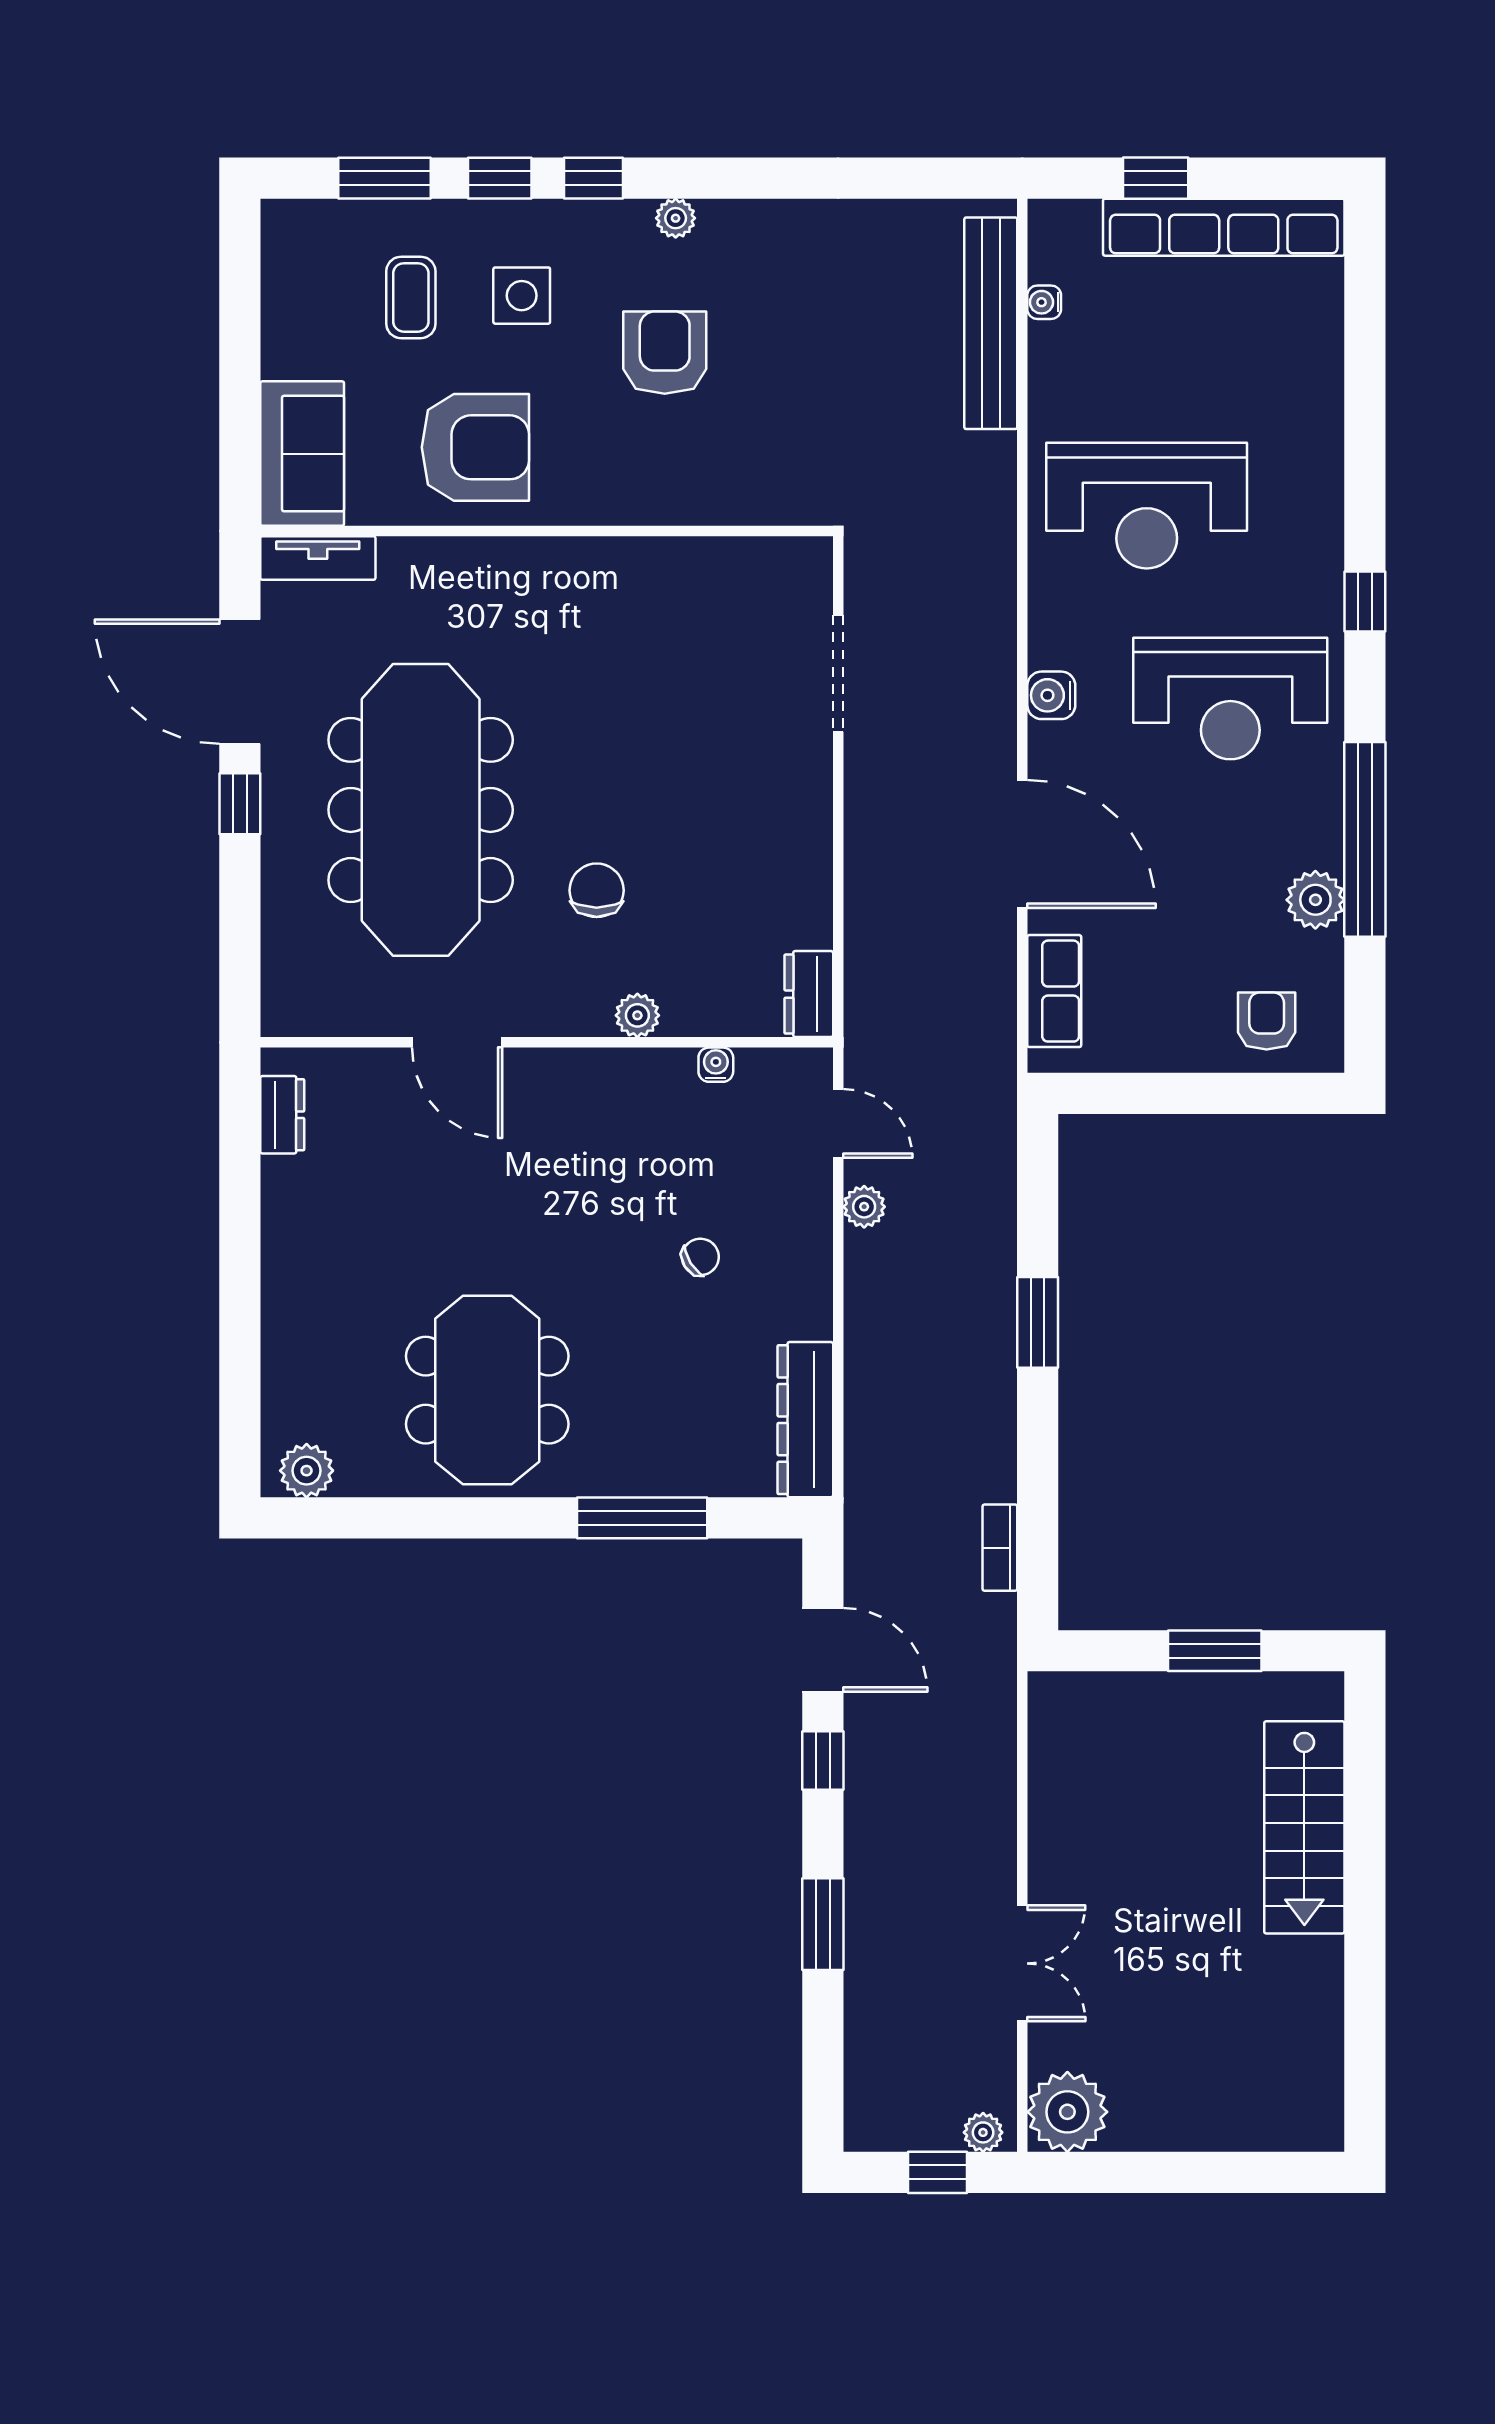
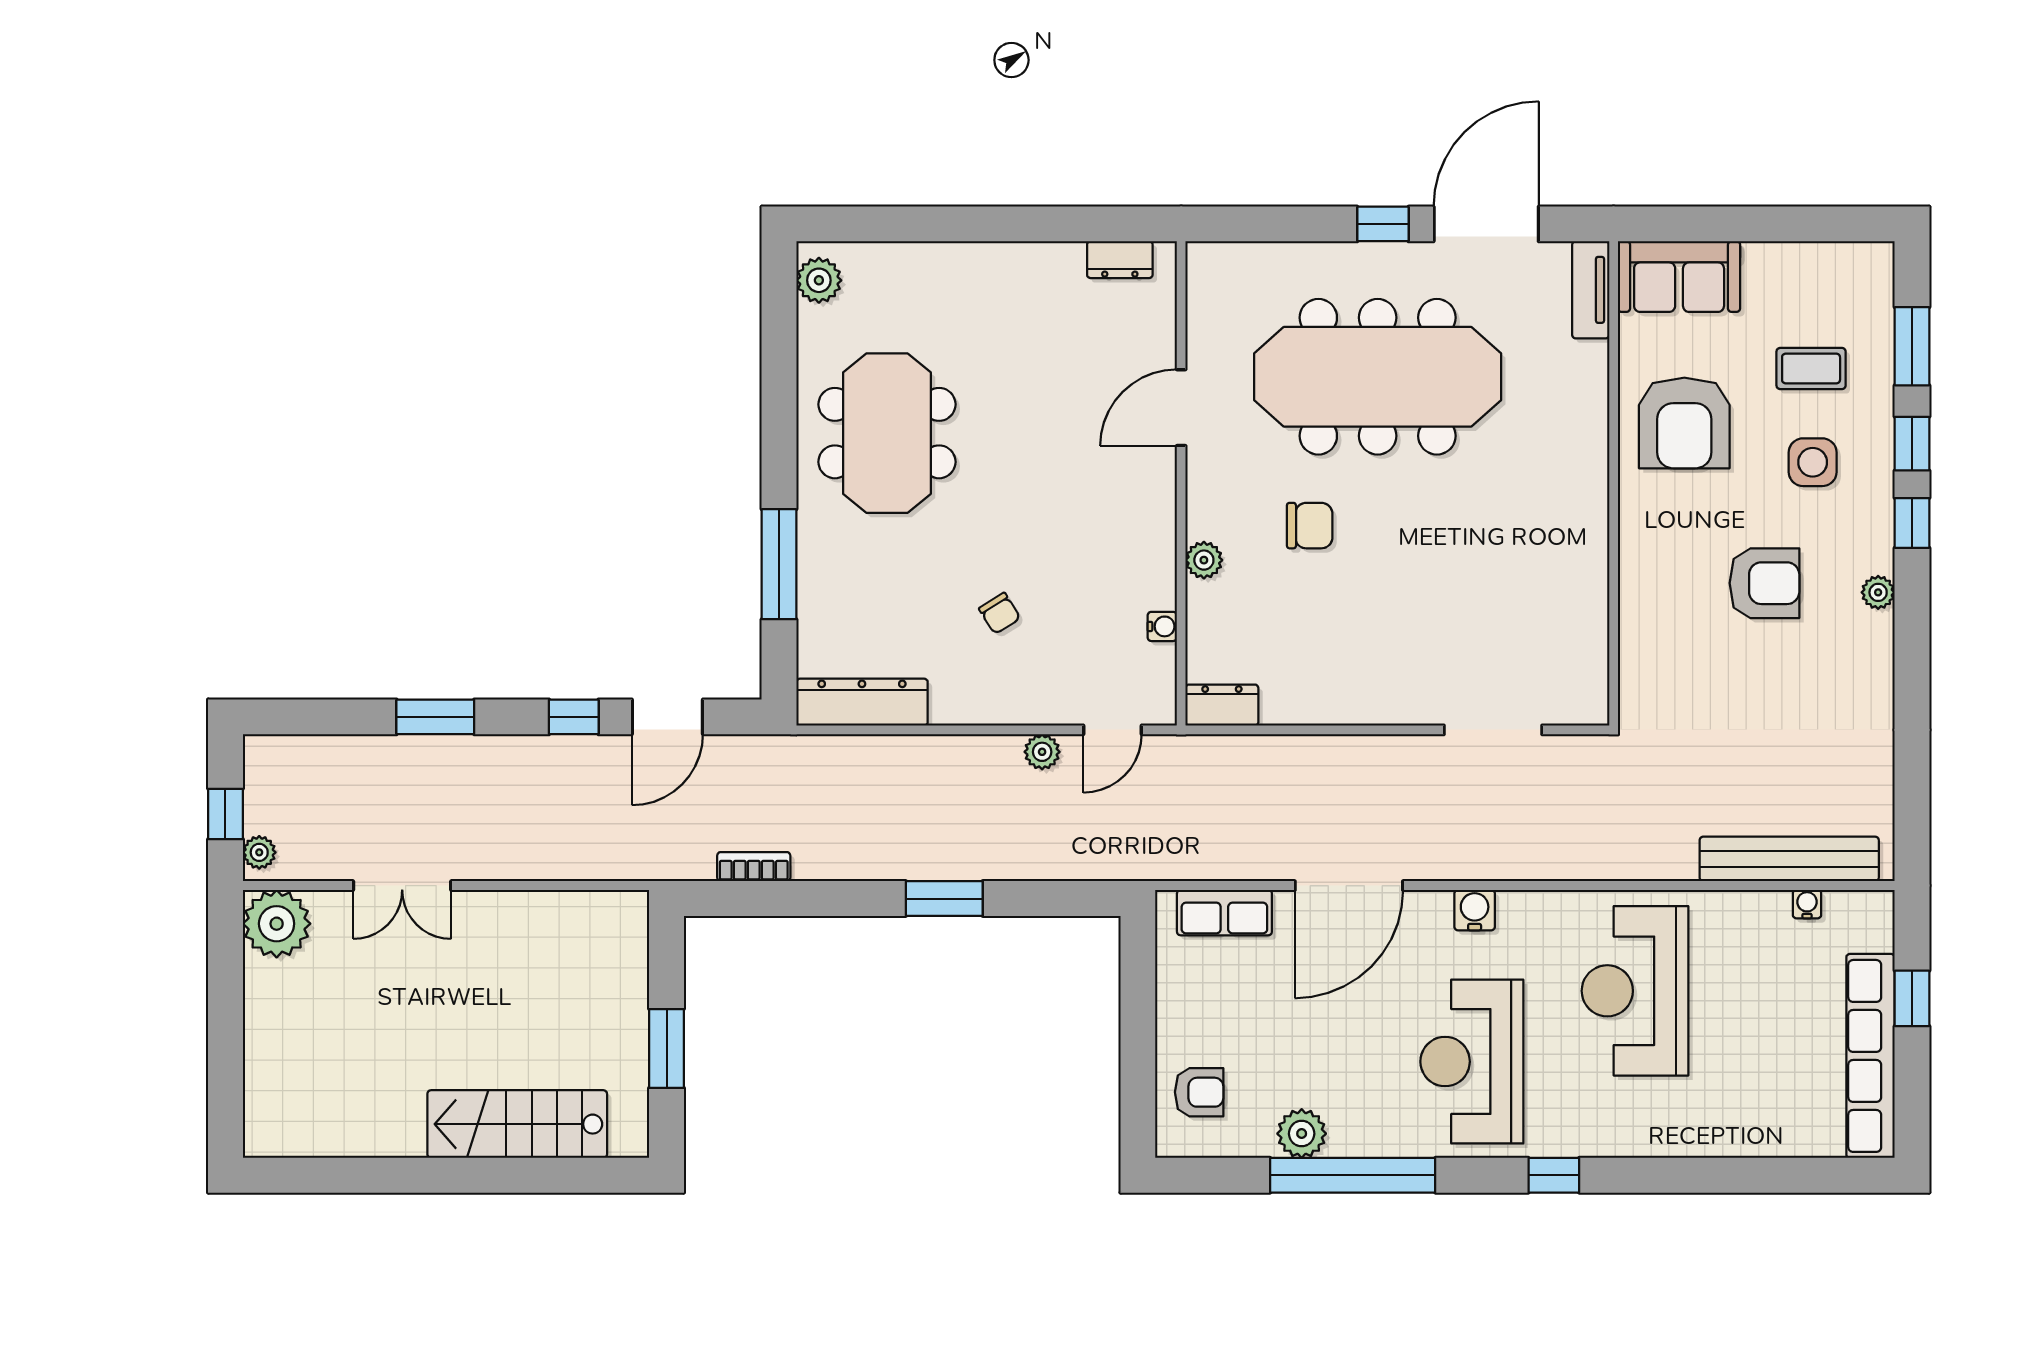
meeting table: (487, 1390) -> (887, 433), turned 90

